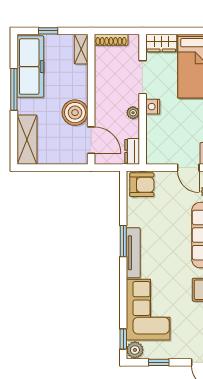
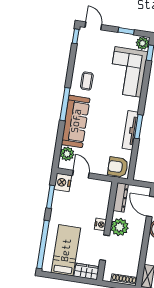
plant: (133, 113) -> (120, 227), width x1.88, depth x1.88
dresser: (132, 151) -> (121, 197), width x1.44
tv unit: (133, 253) -> (130, 130), moved

